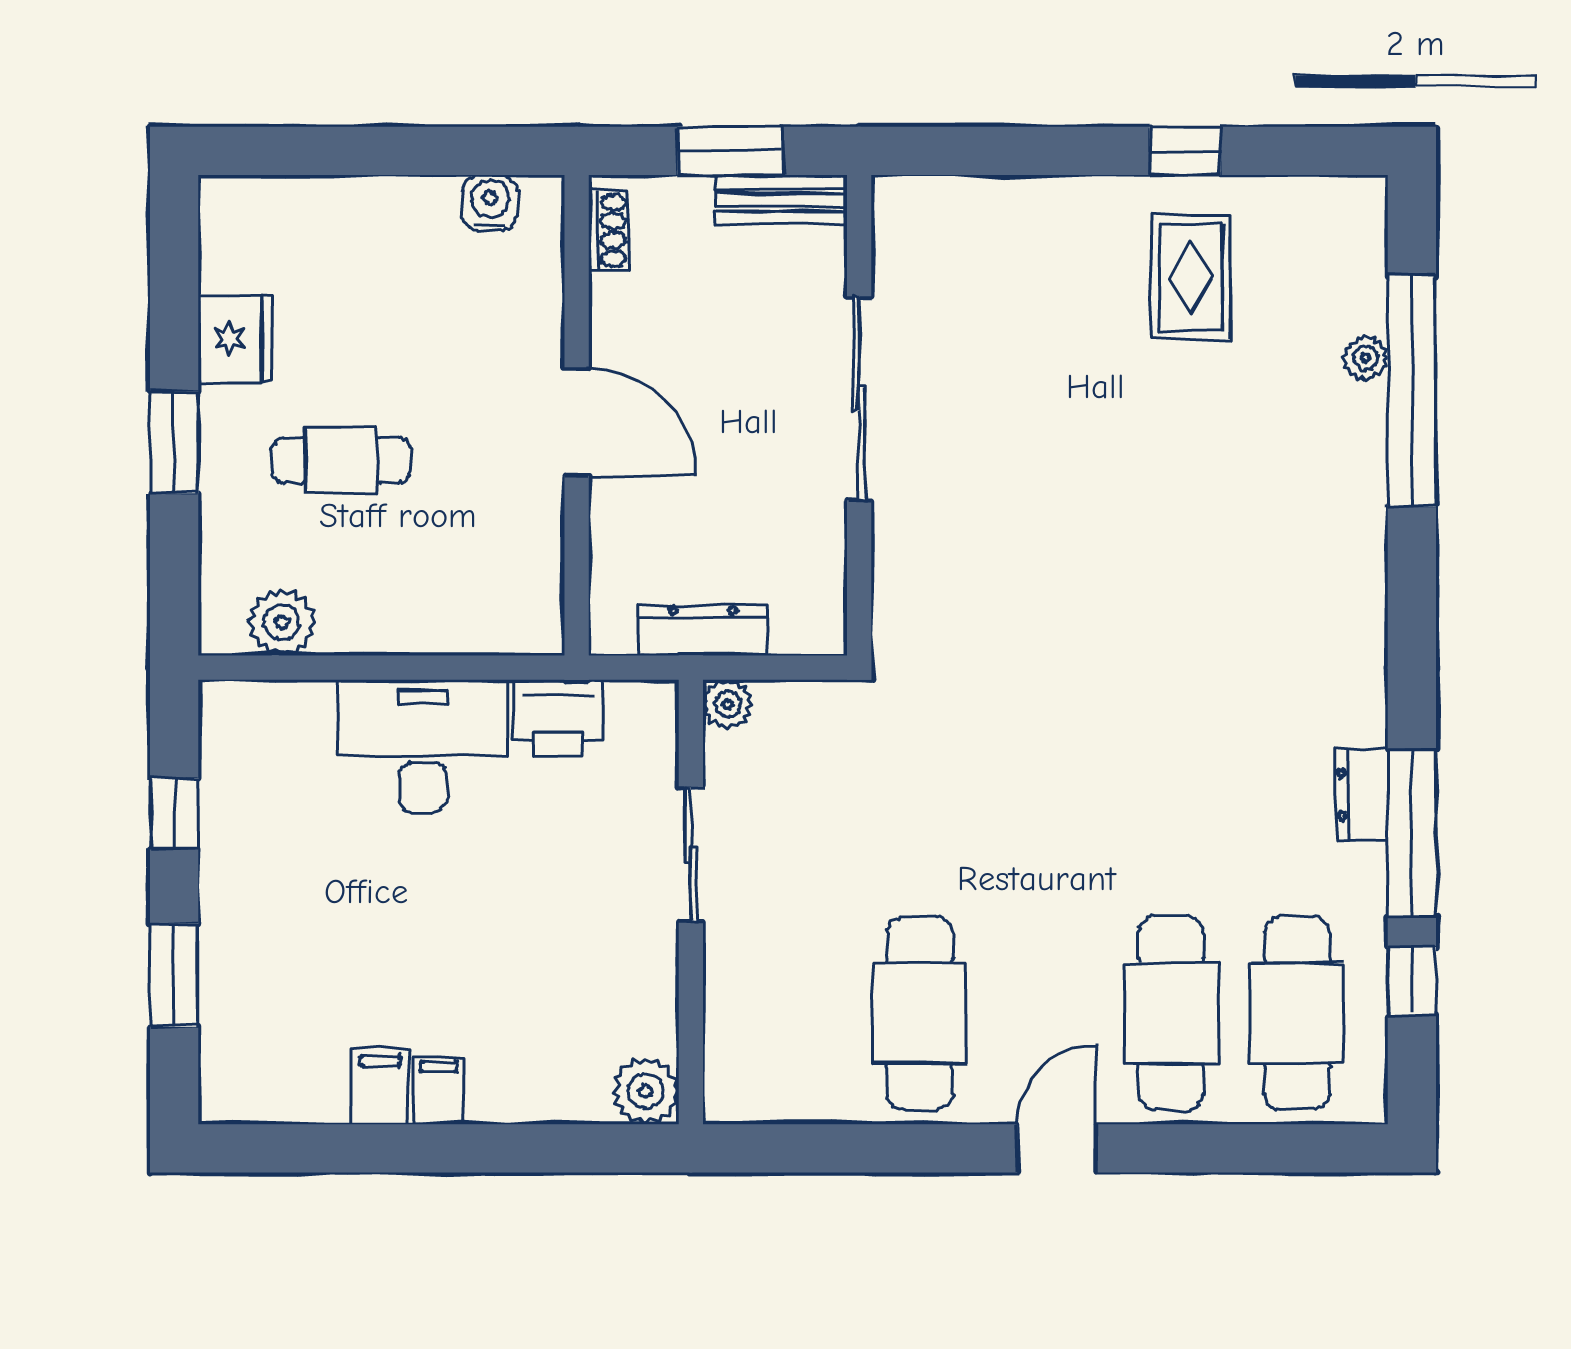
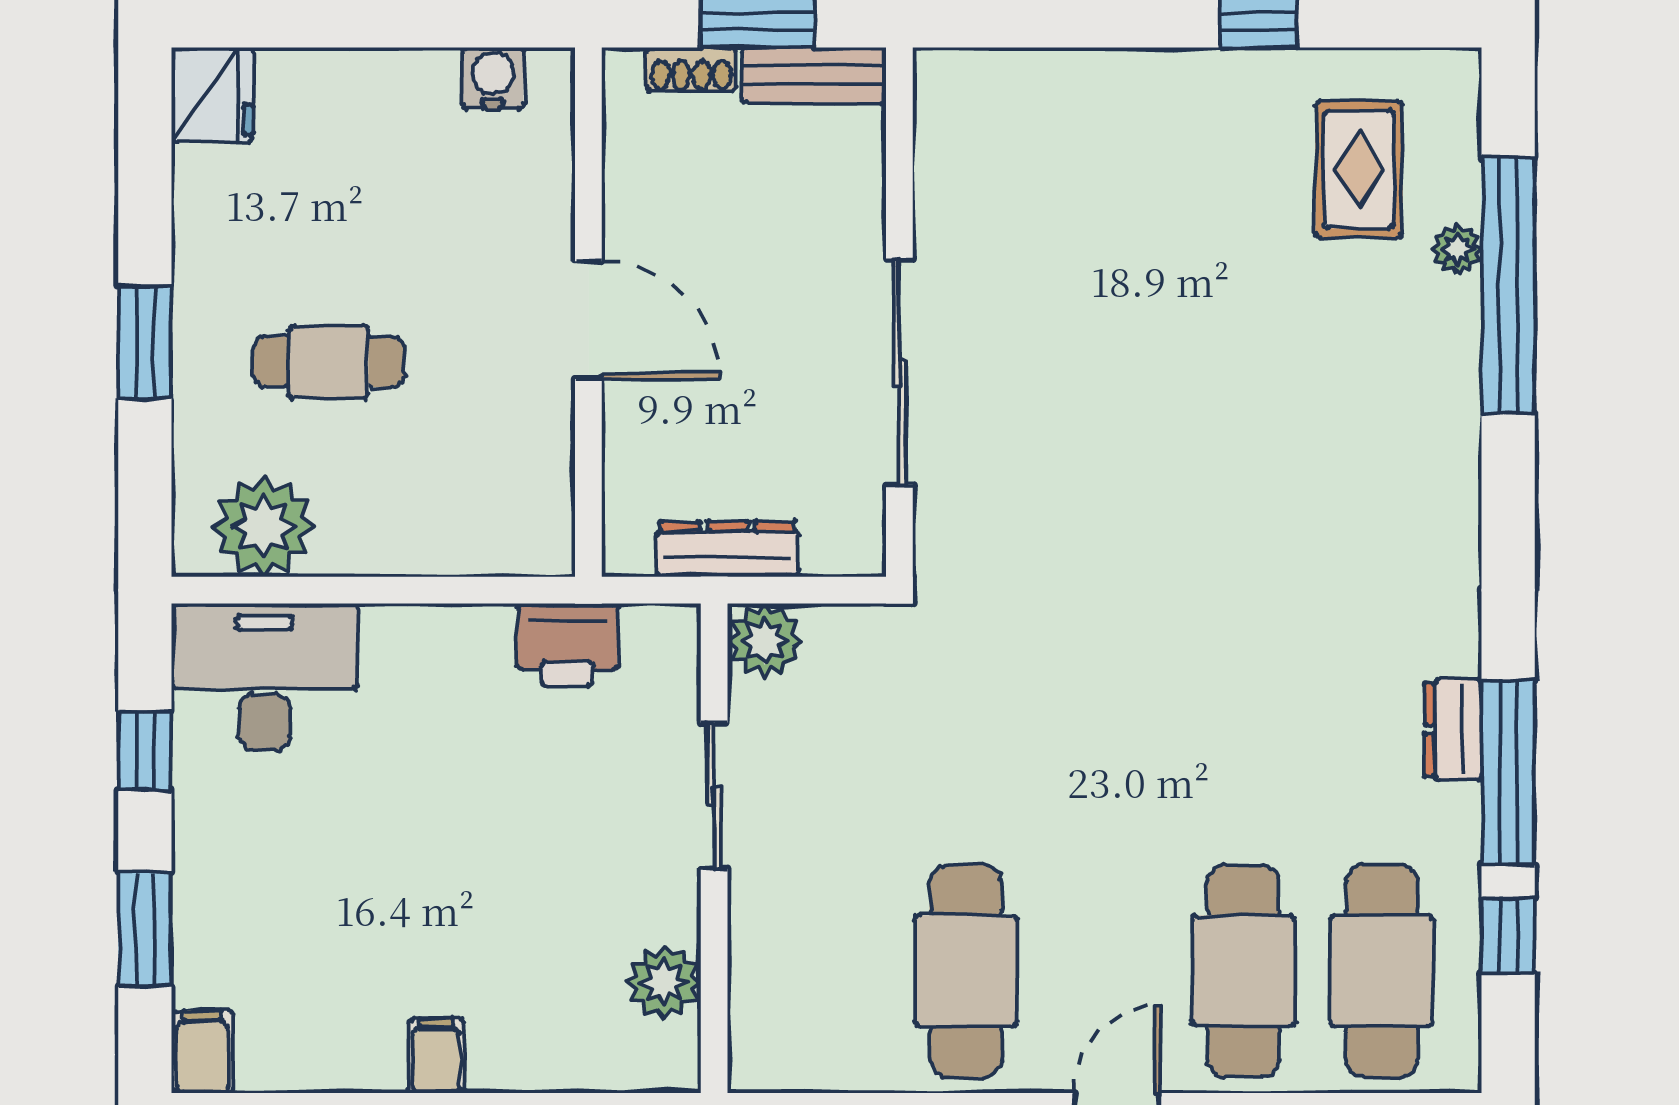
shoe rack: (608, 231) -> (691, 69), moved, turned 90
rug: (1191, 277) -> (1359, 169), moved
fridge: (235, 339) -> (212, 95), moved
sliding door: (859, 398) -> (899, 372), moved
plant: (282, 622) -> (264, 527), width x1.36, depth x1.36
plant: (728, 704) -> (765, 641), width x1.38, depth x1.38
desk: (423, 746) -> (265, 677), moved
filing cabinet: (380, 1087) -> (202, 1052), moved
plant: (646, 1091) -> (664, 982), moved

